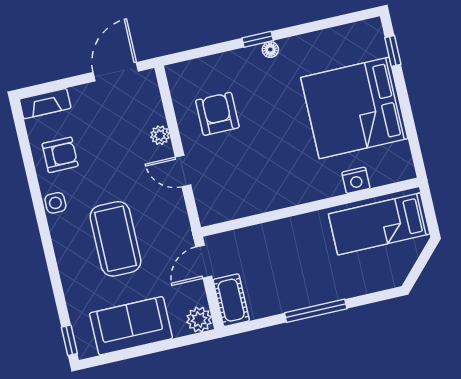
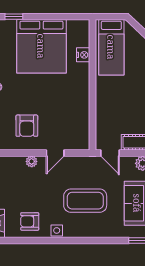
armchair: (217, 114) -> (27, 126), turned -90
armchair: (60, 155) -> (30, 221), turned -90

